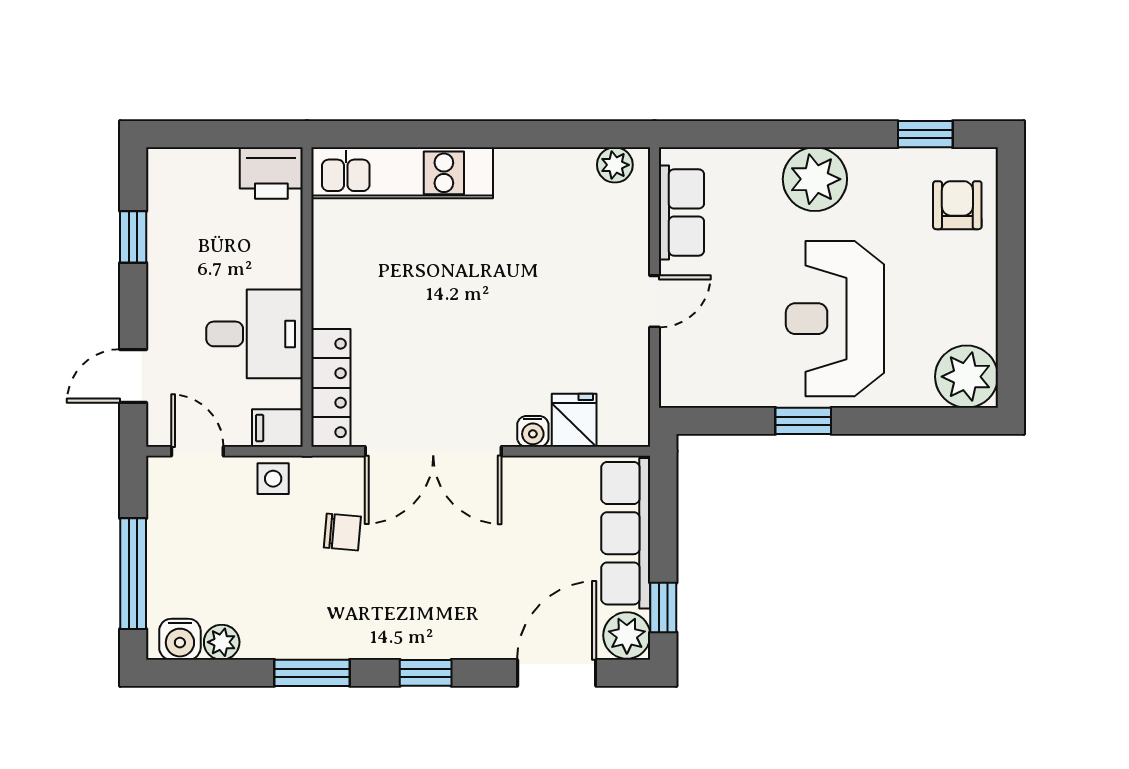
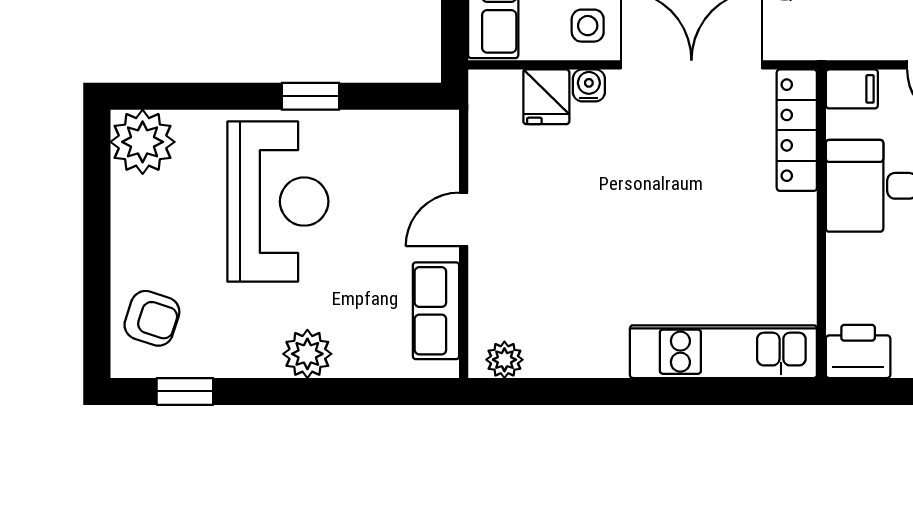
plant: (815, 179) -> (307, 354), width x0.73, depth x0.73
armchair: (957, 205) -> (152, 318), turned -72
side table: (273, 479) -> (588, 26), moved

